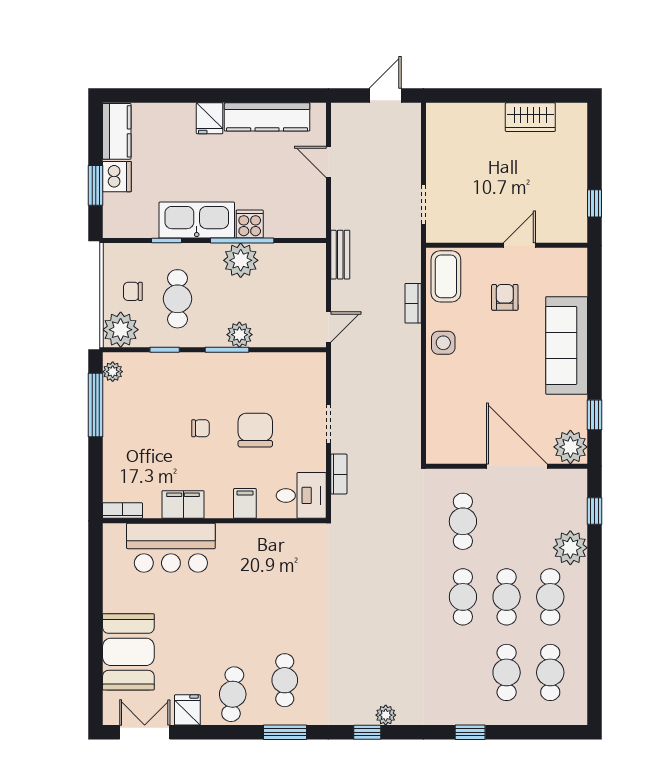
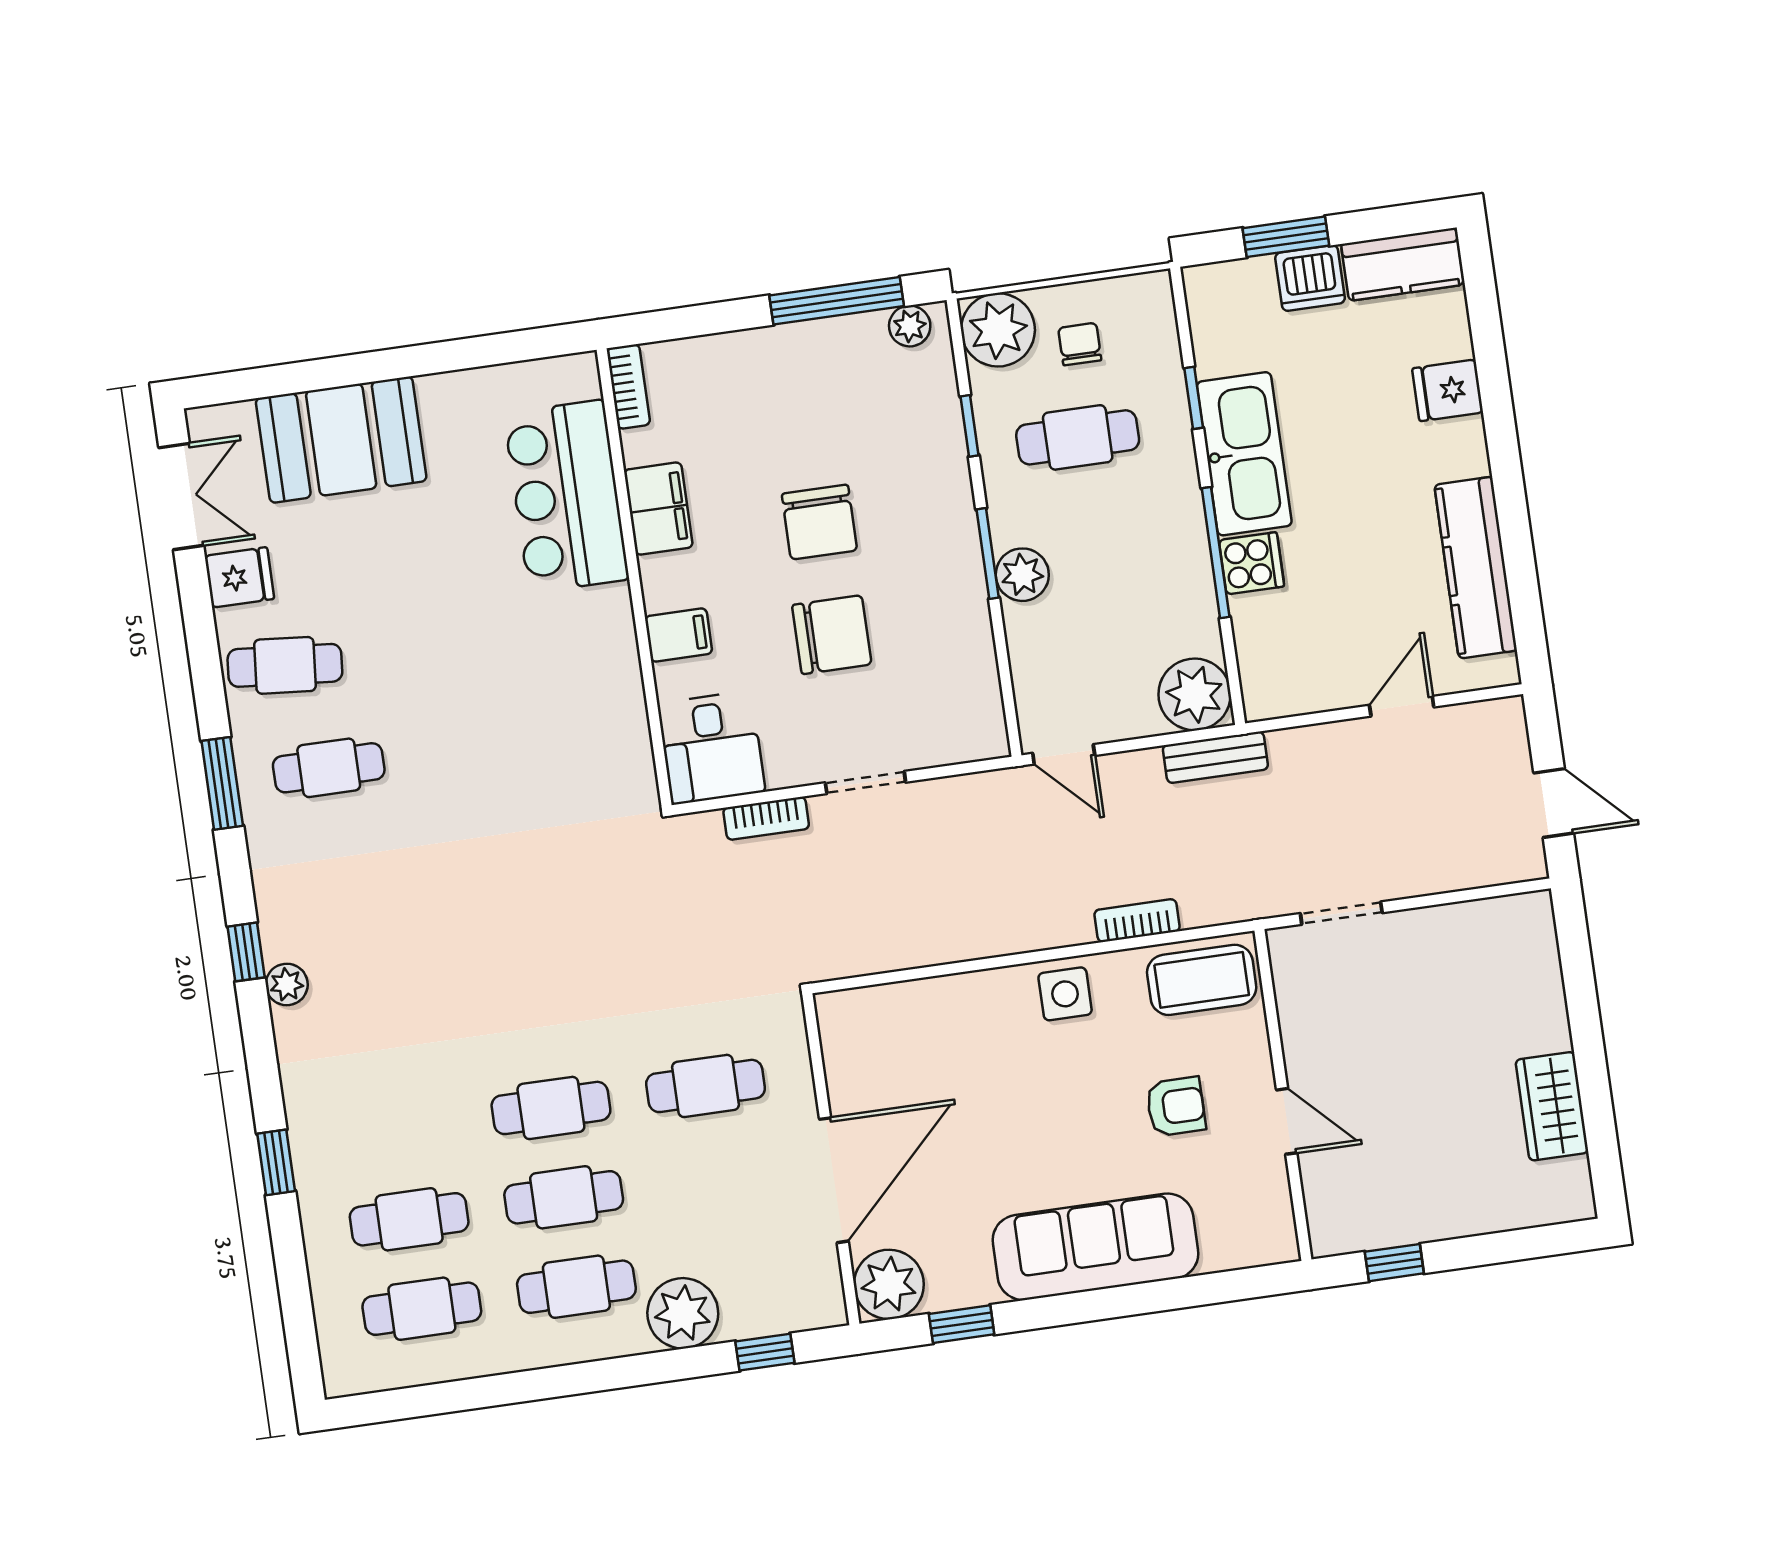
fridge: (210, 118) -> (1448, 390), moved
plant: (241, 260) -> (1195, 694), moved
chair: (200, 428) -> (819, 522), width x1.87, depth x1.87

